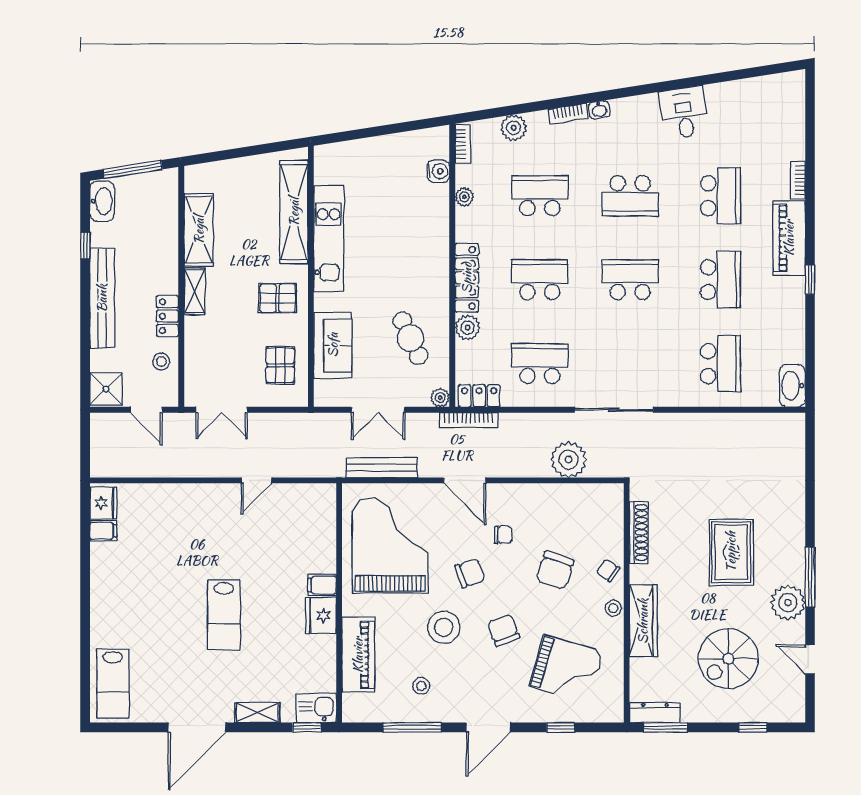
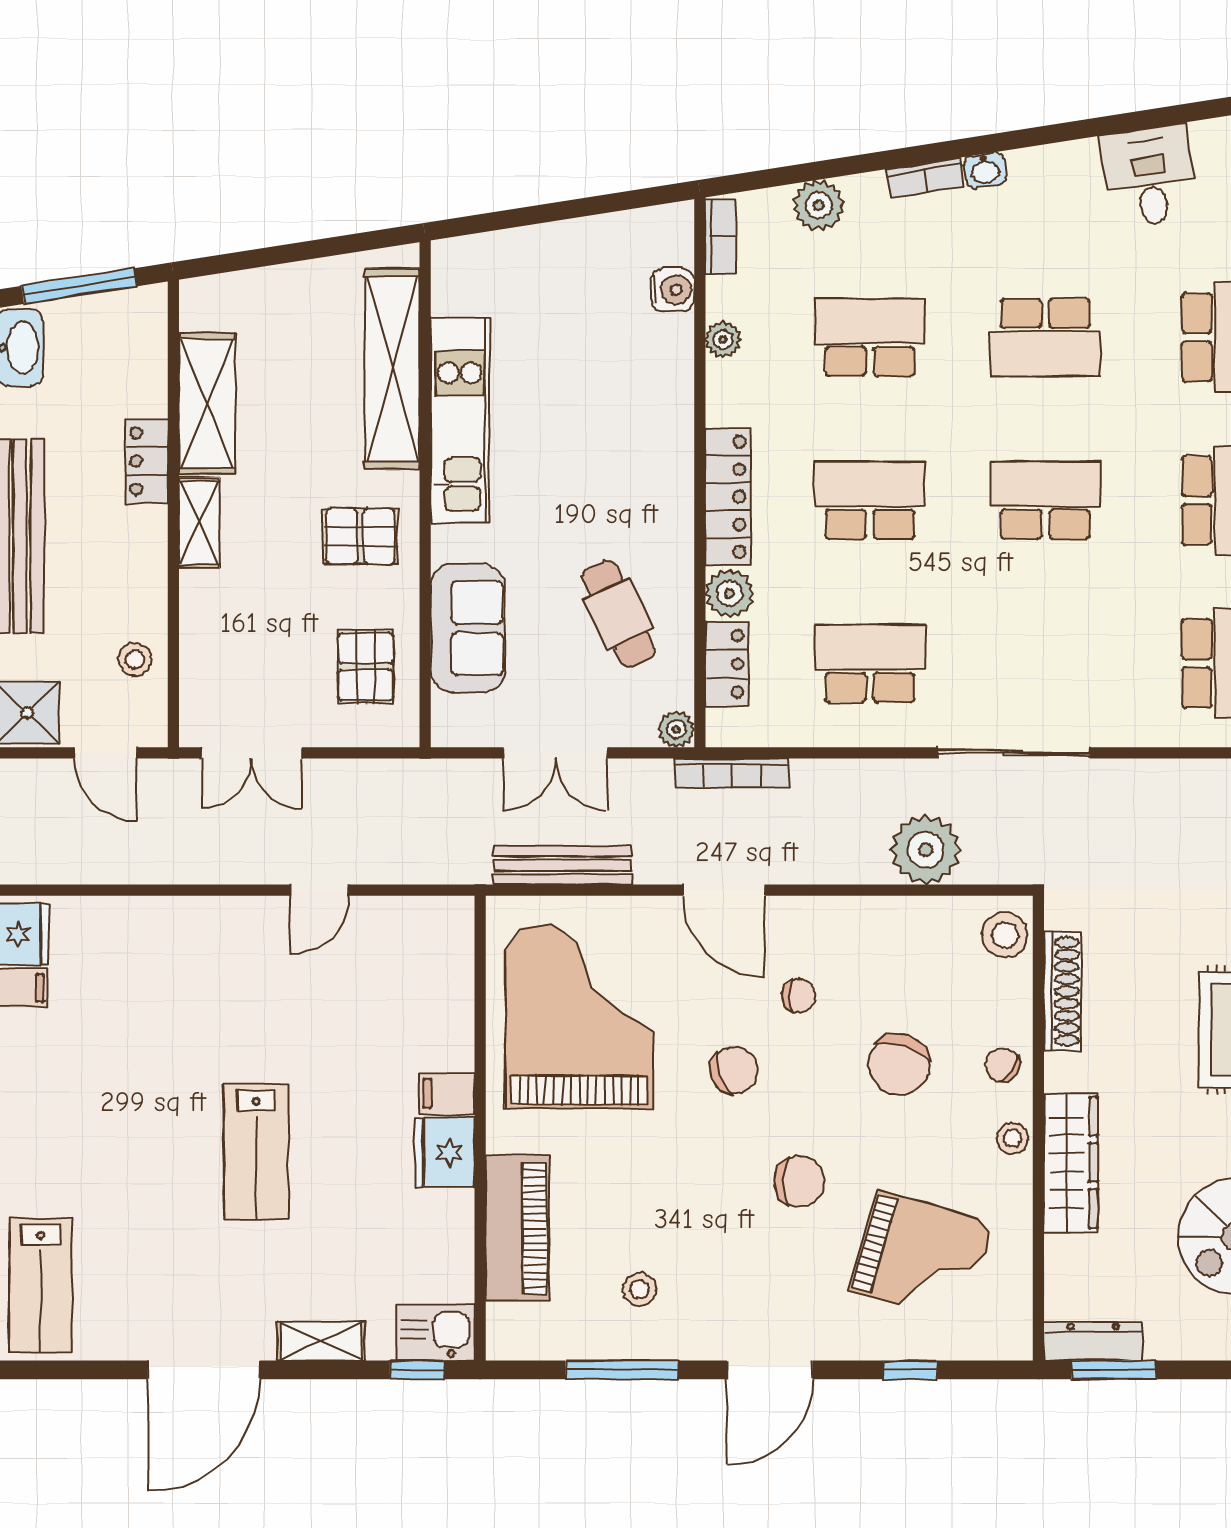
locker: (167, 316) -> (147, 461), moved
locker: (479, 396) -> (727, 664), moved, turned 90
stool: (444, 627) -> (1005, 935), moved, width x0.73, depth x0.73
chair: (503, 630) -> (799, 1181), turned 111

